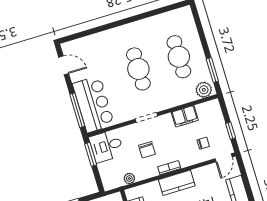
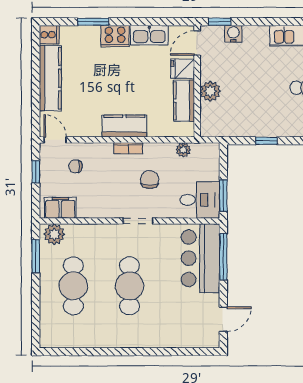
door: (64, 65) -> (223, 319), swing flipped
filing cabinet: (185, 116) -> (60, 208), moved
door: (224, 158) -> (55, 140), hinge flipped

